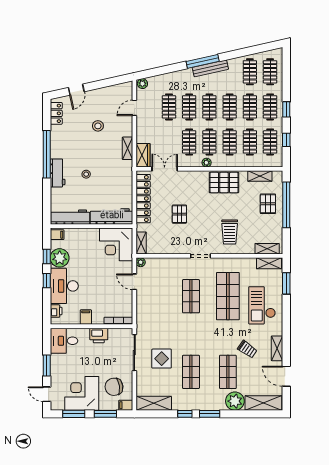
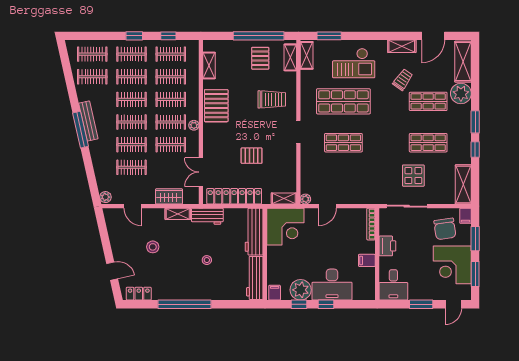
wardrobe: (143, 155) -> (169, 196), moved
workbench: (58, 173) -> (207, 216), moved, turned 180
pallet: (268, 204) -> (260, 58), moved, turned 90
window: (286, 205) -> (259, 36), moved
printer: (56, 311) -> (360, 294), removed

